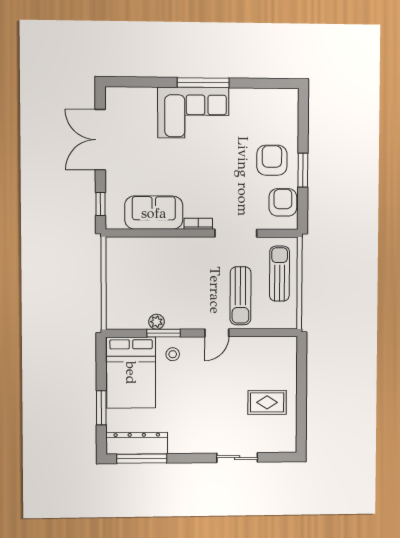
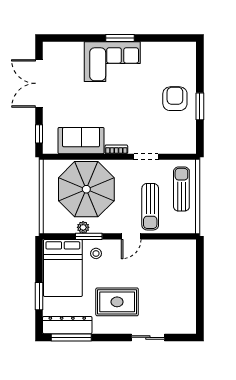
window: (203, 83) -> (120, 38), width x0.69
armchair: (283, 202) -> (184, 132), removed
doorway: (236, 233) -> (146, 157), width x0.73
parasol: (160, 274) -> (86, 189), added
rug: (267, 402) -> (117, 302), moved, width x1.36, depth x1.43

